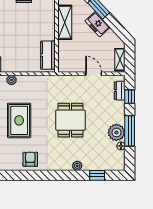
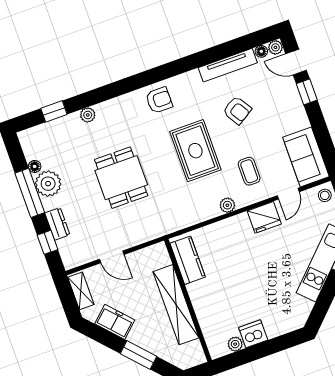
shelving: (65, 22) -> (176, 305), width x1.47
freezer: (98, 24) -> (115, 322), moved
dresser: (120, 91) -> (57, 224), moved
armchair: (30, 159) -> (159, 100), turned -90

